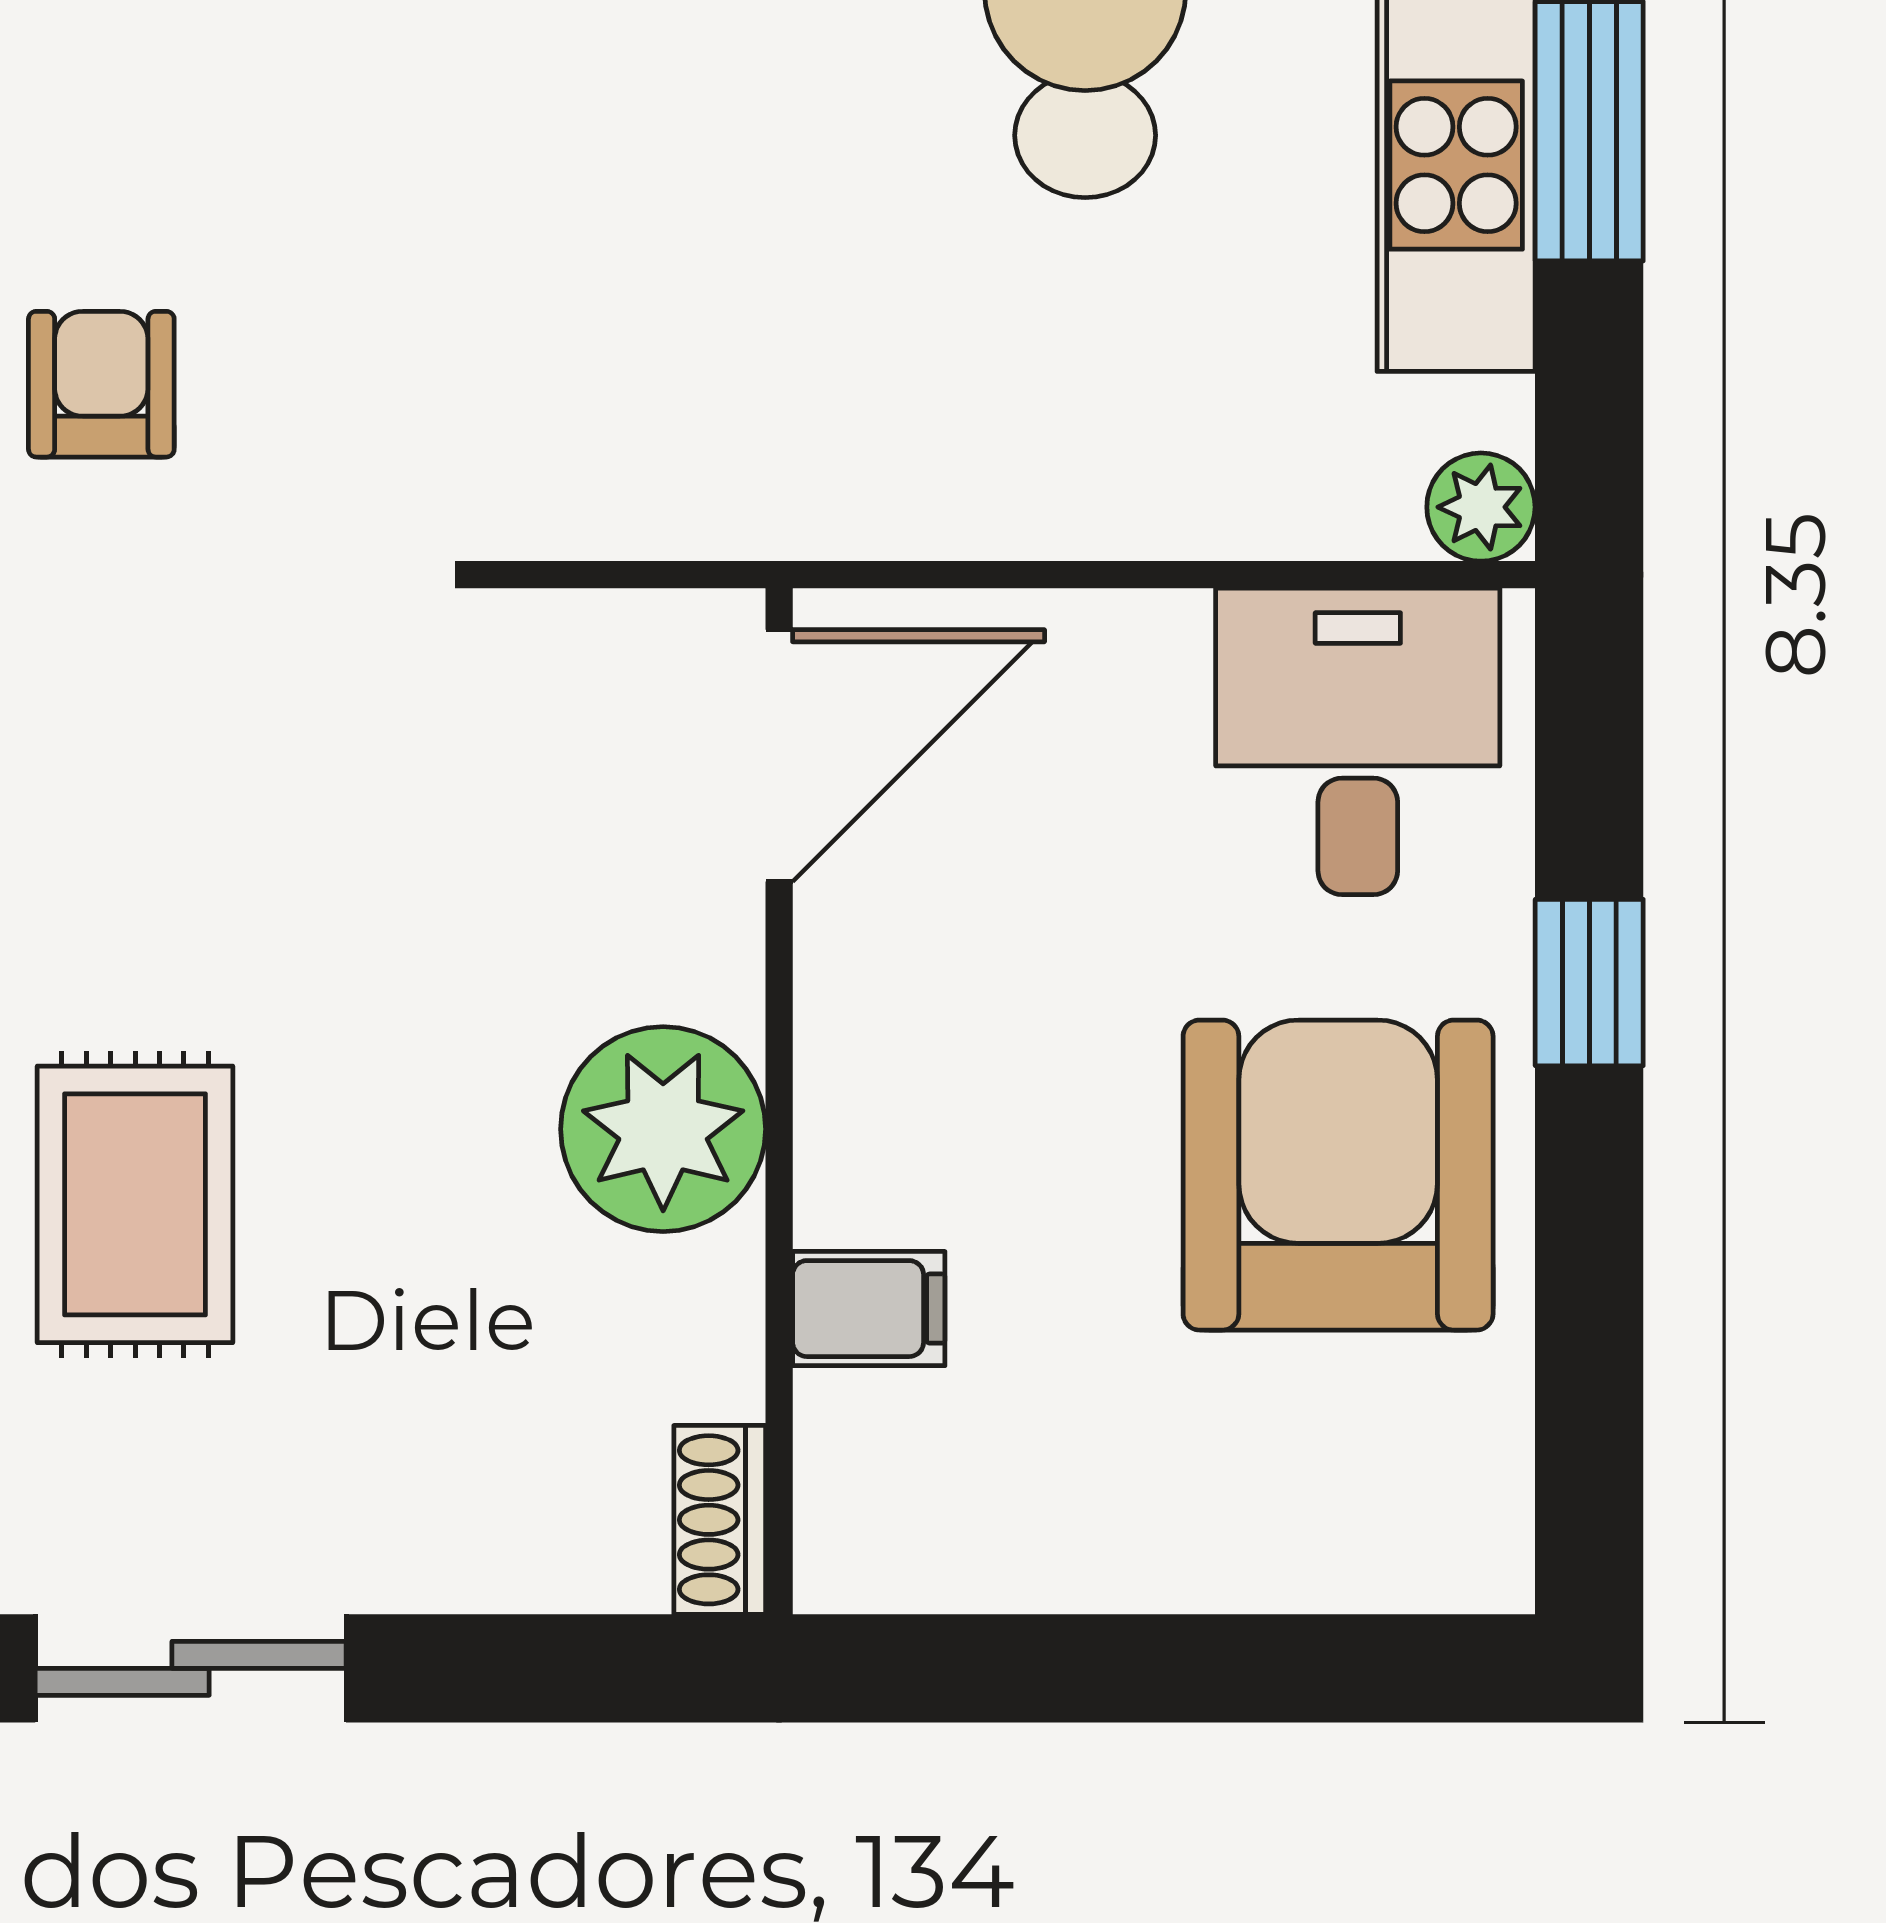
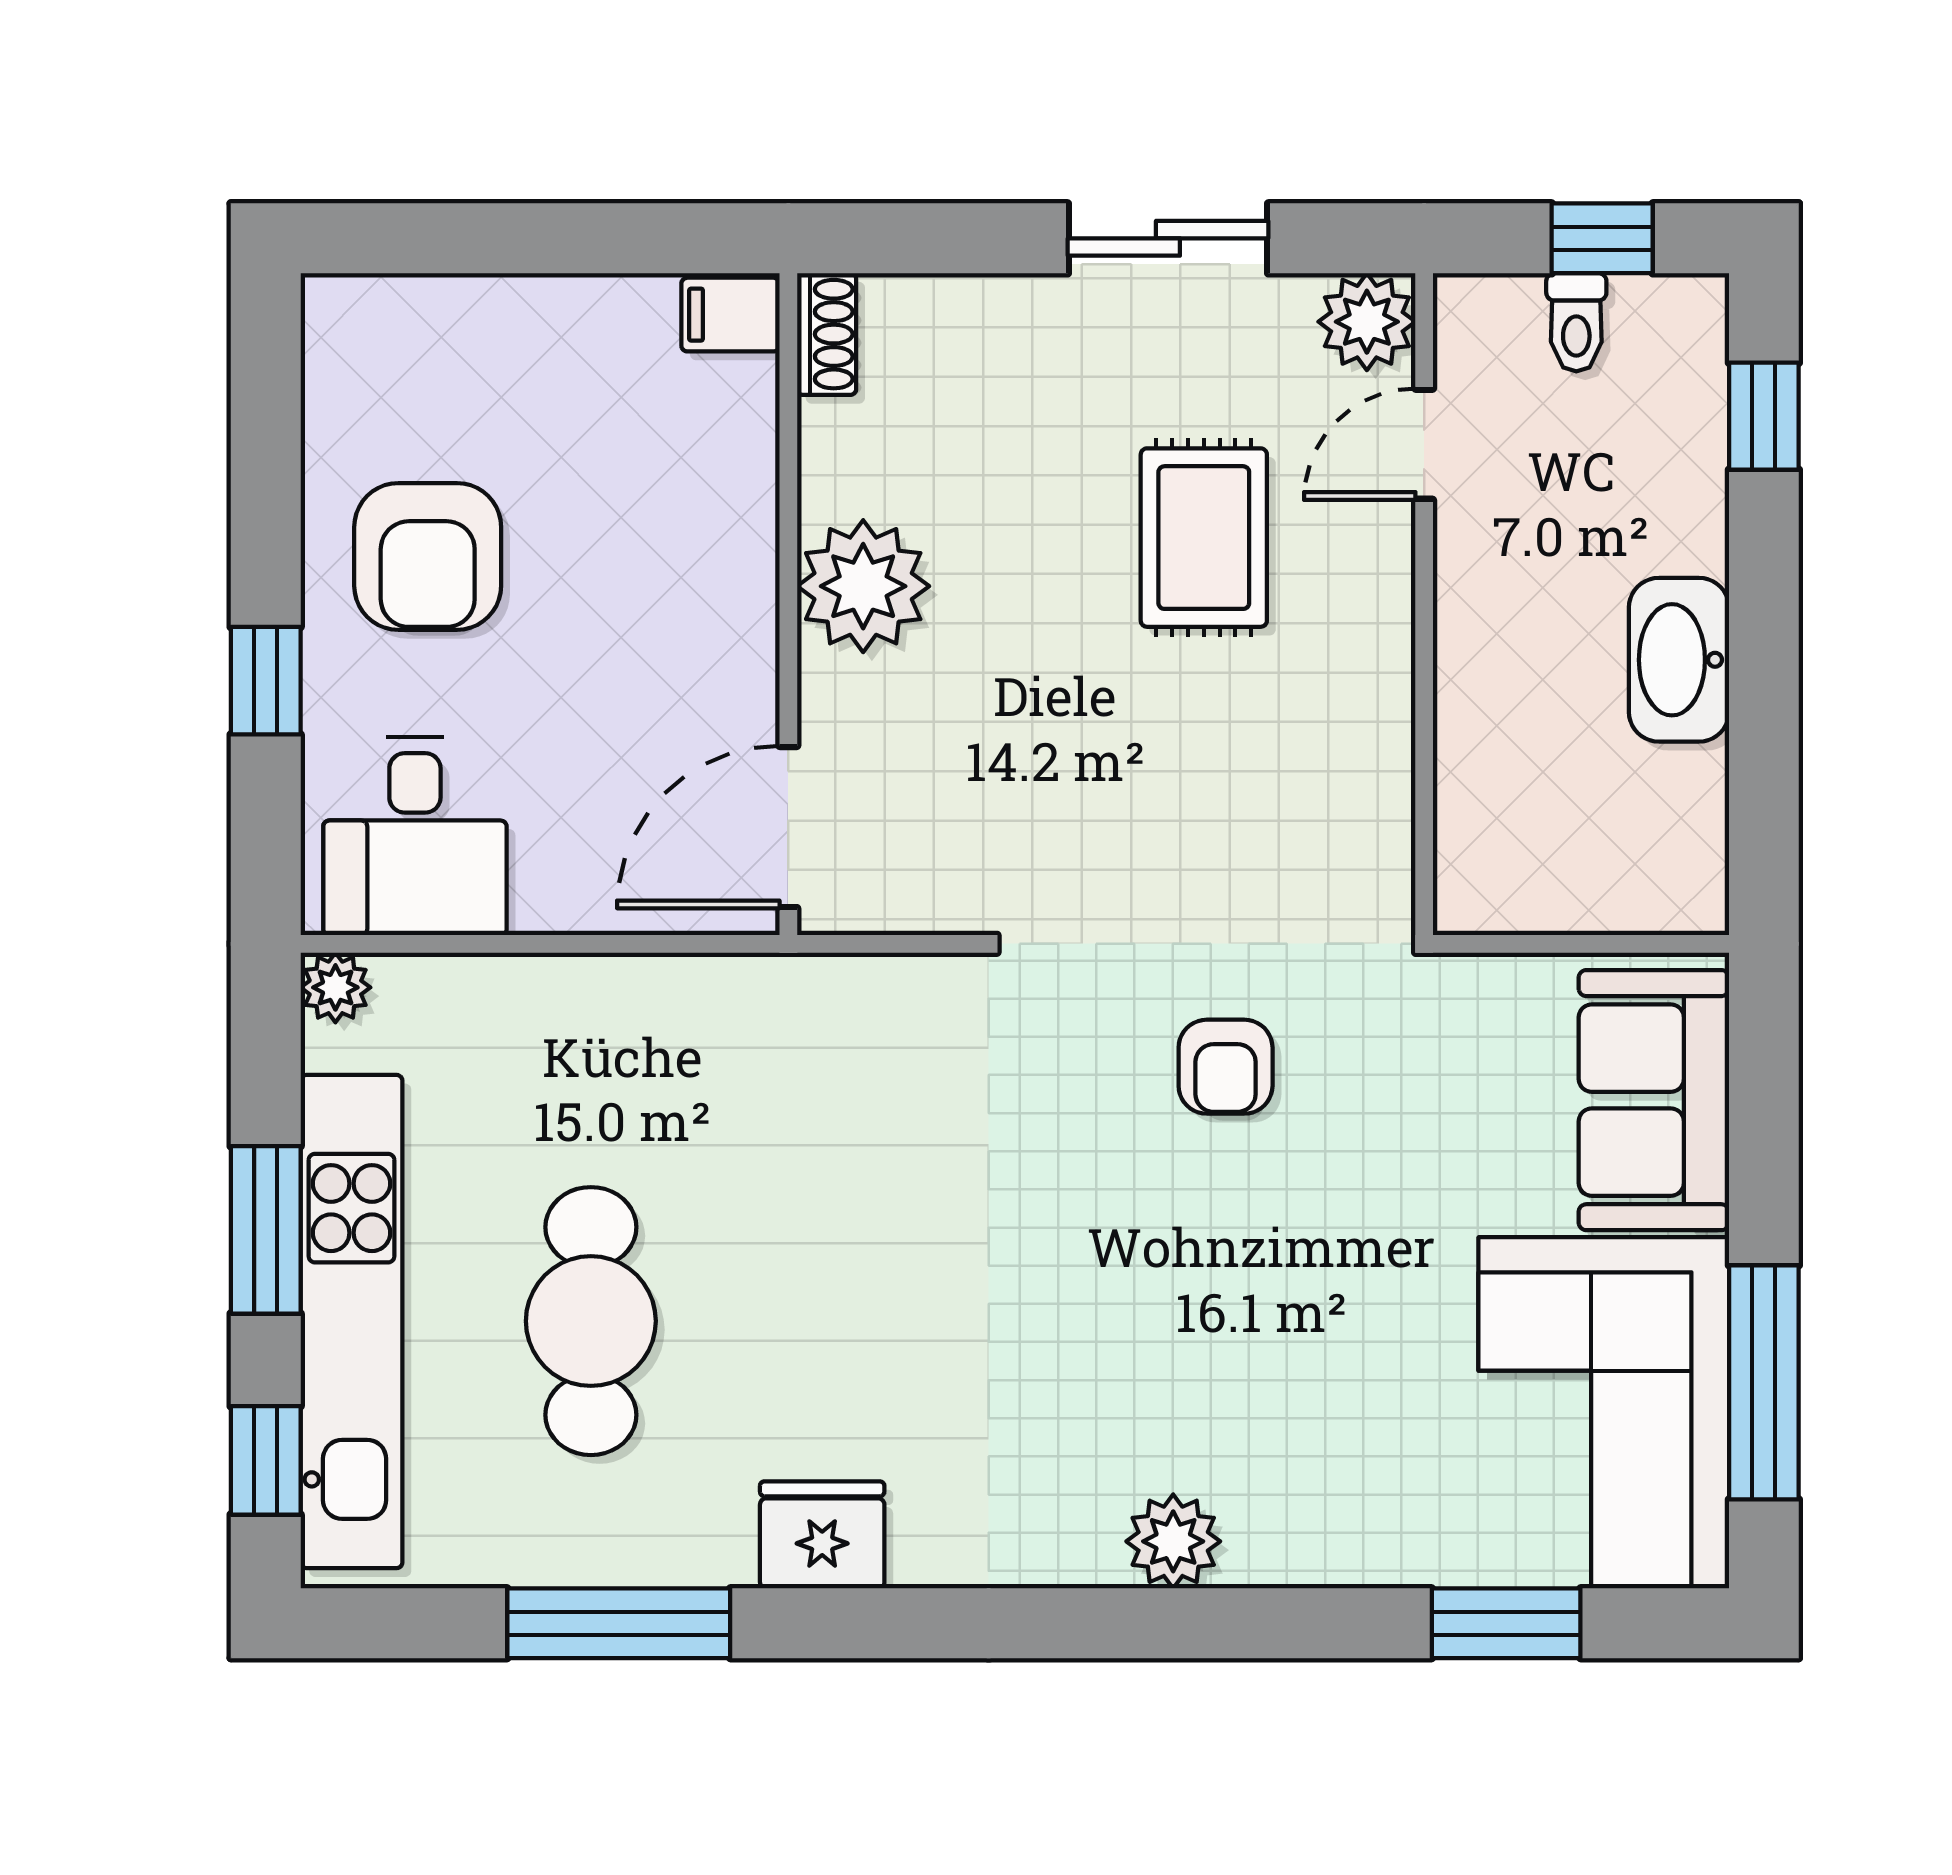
armchair: (1338, 1175) -> (428, 556), width x0.73, depth x0.73
filing cabinet: (869, 1309) -> (730, 315), moved

